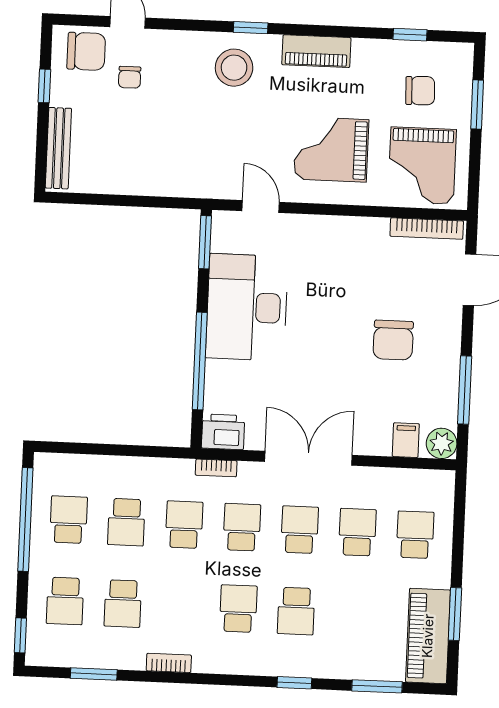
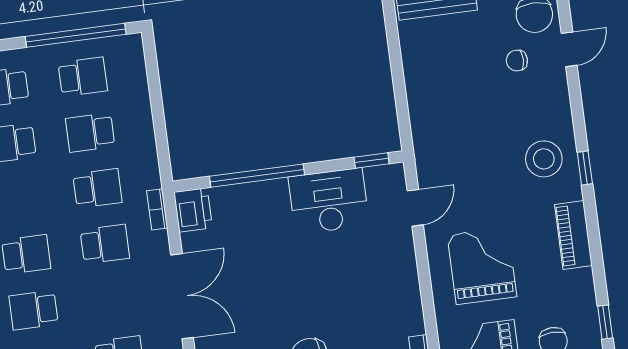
window: (205, 242) -> (372, 160), width x0.67
desk: (247, 307) -> (329, 201), width x0.73, depth x0.77
school desk: (300, 530) -> (112, 300), removed

